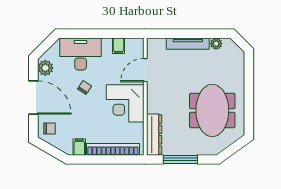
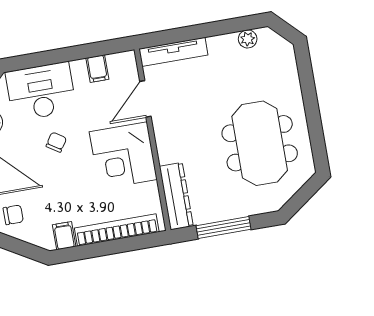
tv unit: (188, 44) -> (173, 52), moved

